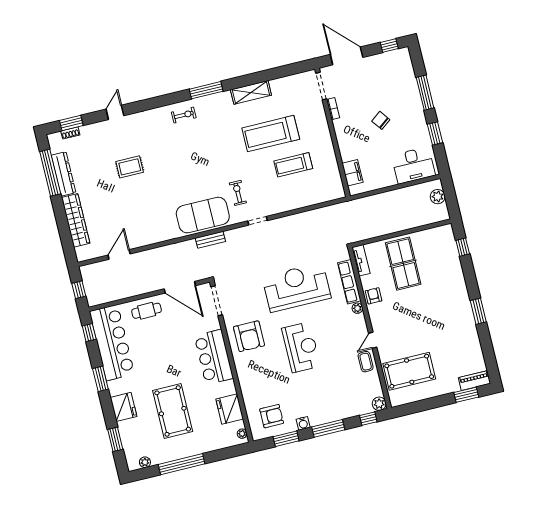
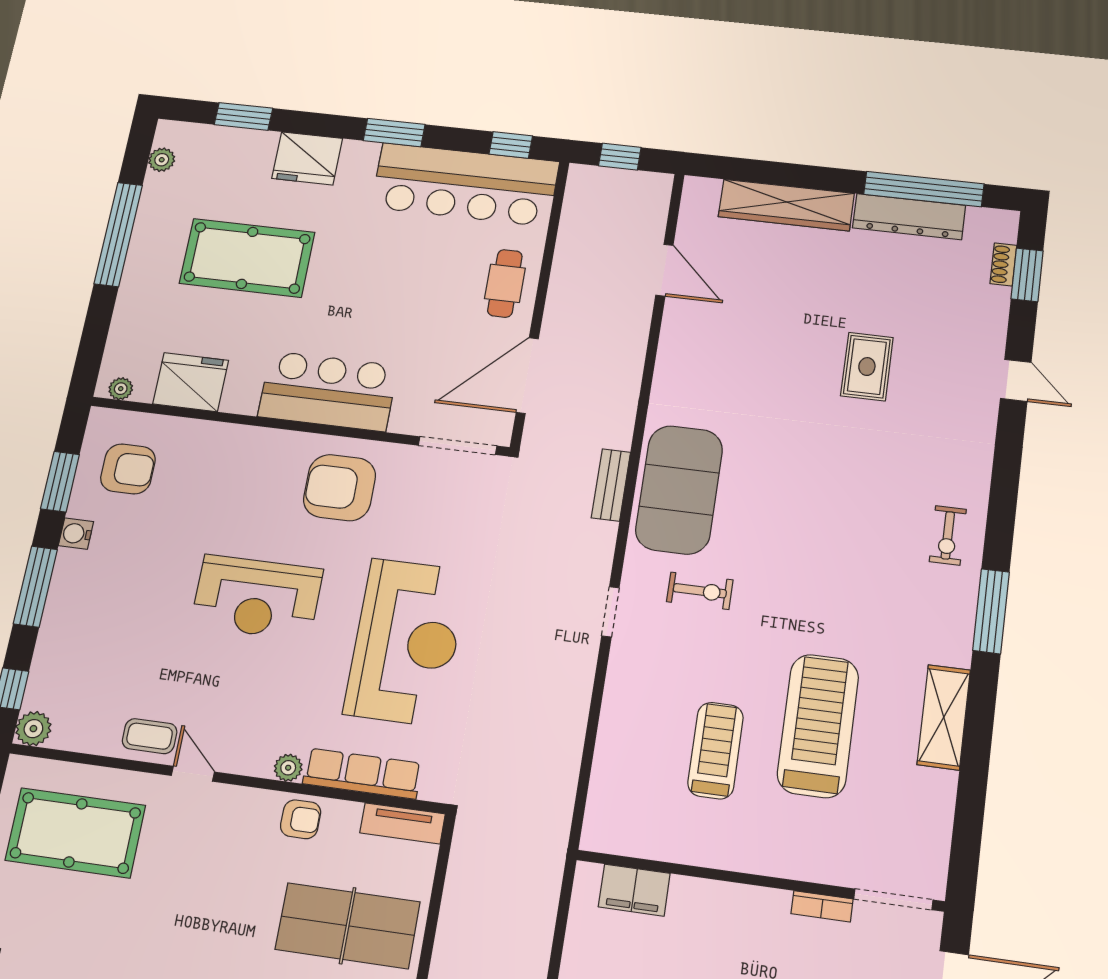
pool table: (409, 371) -> (75, 833), turned 90
armchair: (272, 416) -> (128, 469), turned -90

